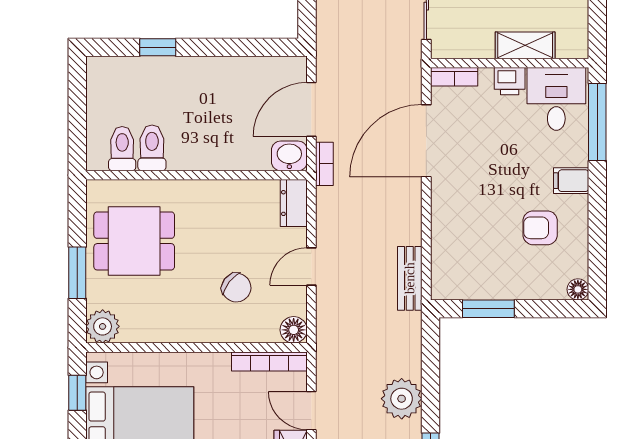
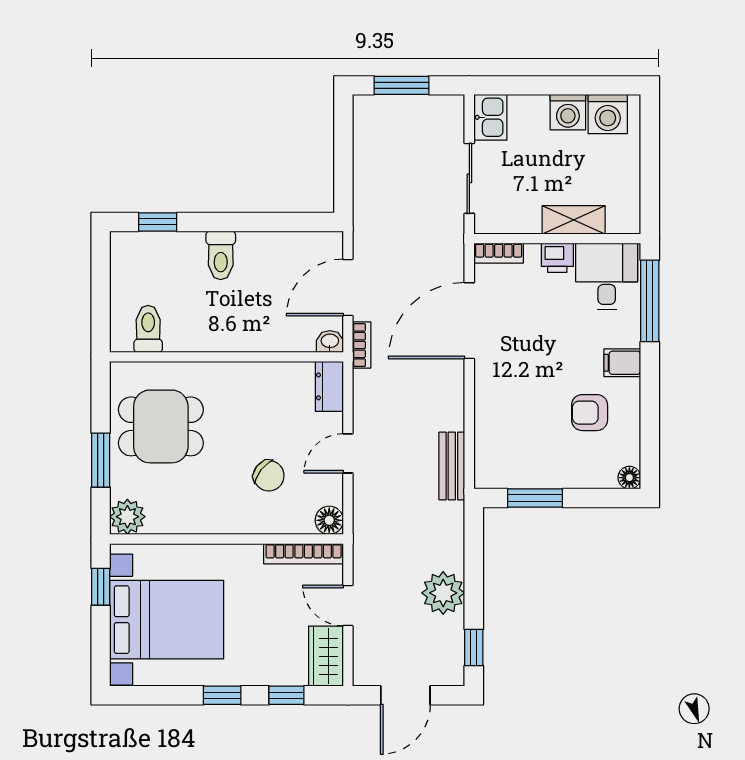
window: (158, 47) -> (158, 222), moved
toilet: (152, 148) -> (221, 255), moved, turned 180
washbasin: (289, 156) -> (330, 341), width x0.72, depth x0.69

